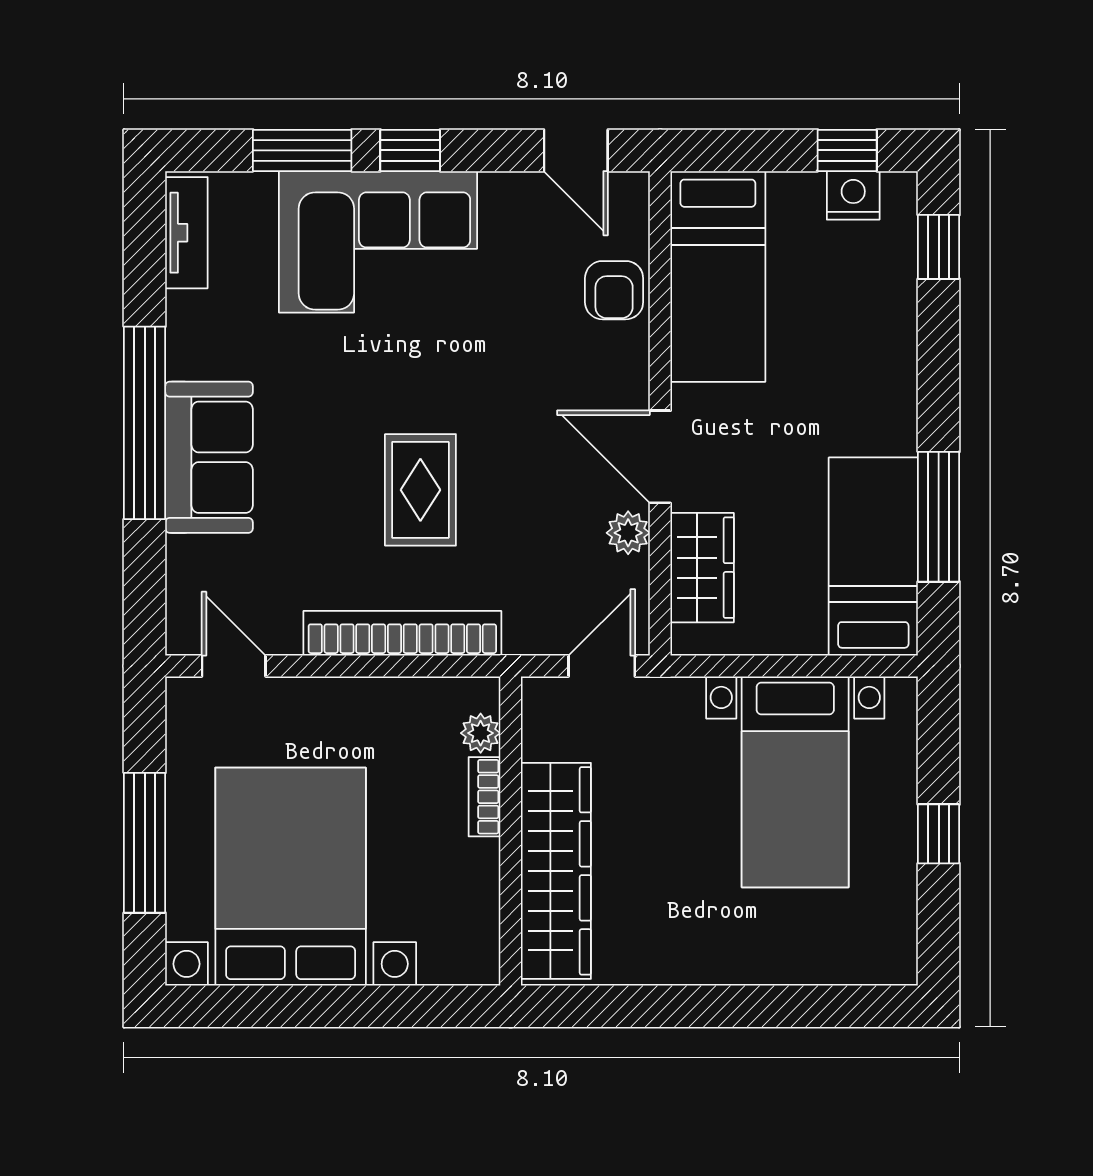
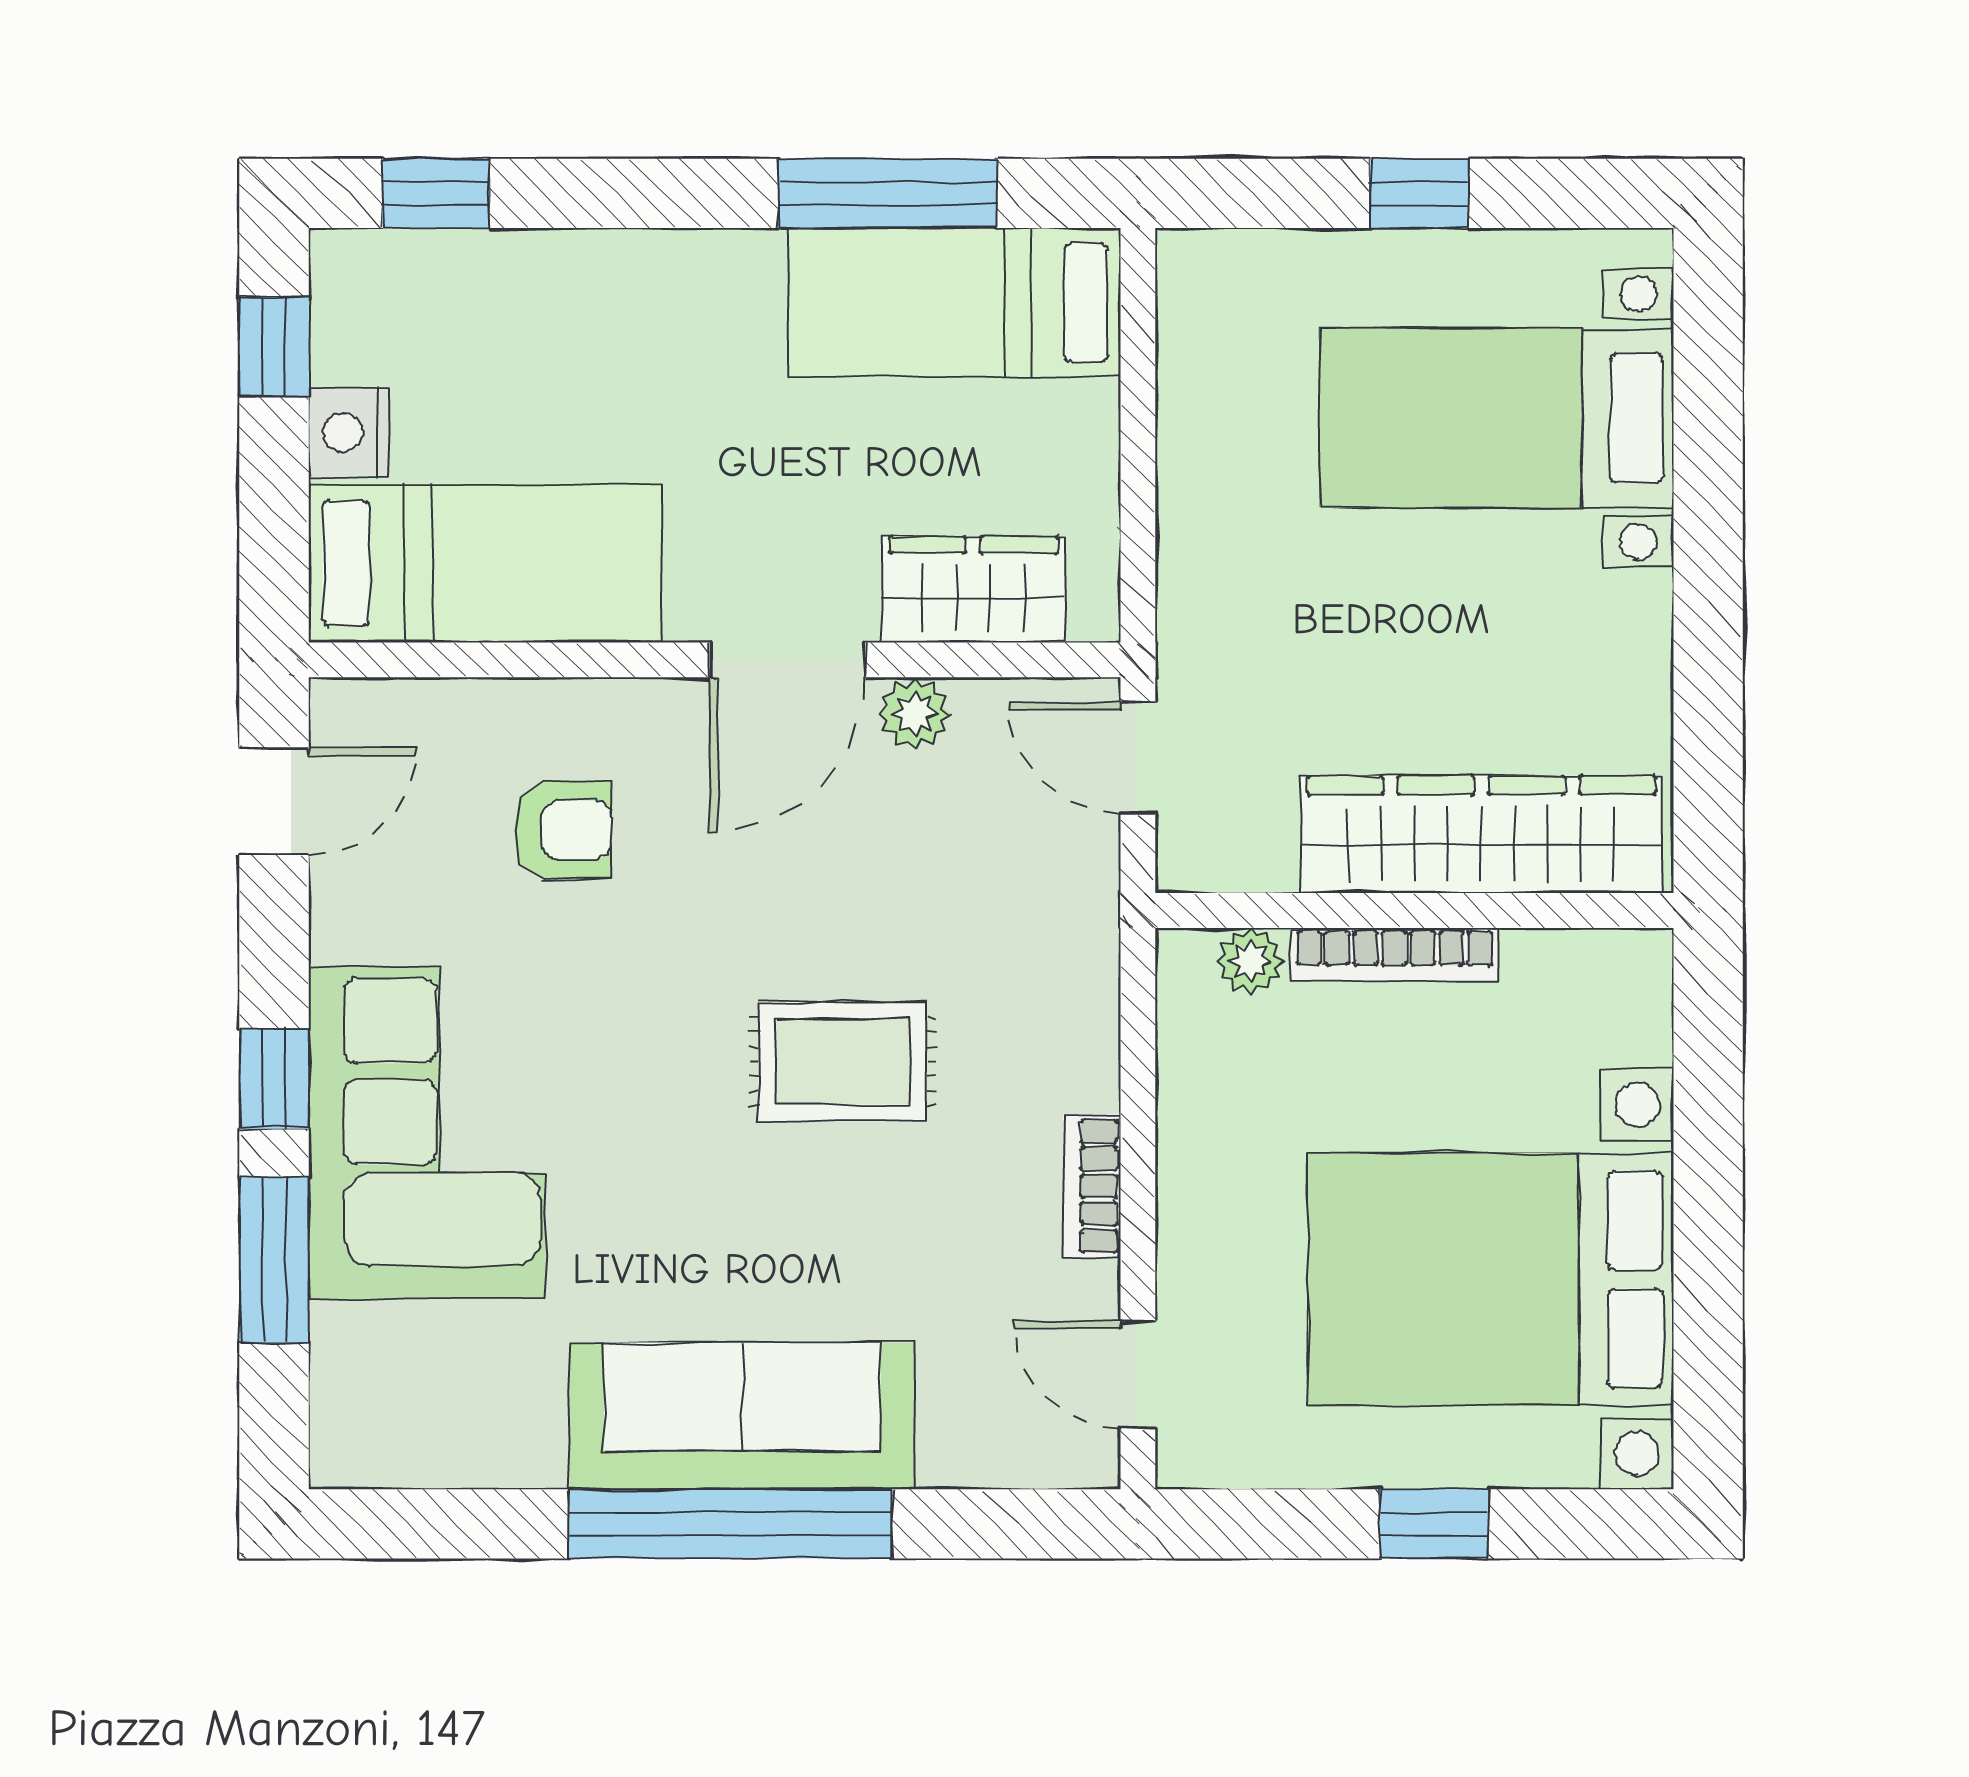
nightstand: (853, 195) -> (349, 433), moved
tv unit: (186, 233) -> (412, 1454), removed
armchair: (614, 290) -> (563, 830), moved
sofa: (209, 457) -> (742, 1416), width x1.36
bookcase: (402, 633) -> (1092, 1186), width x0.43, depth x0.76
door: (234, 666) -> (1138, 1374), hinge flipped
bed with nightstands: (795, 782) -> (1497, 418), moved, turned 180
bookcase: (484, 797) -> (1394, 954), width x1.56
window: (145, 843) -> (1434, 1524), width x0.46

